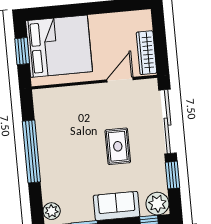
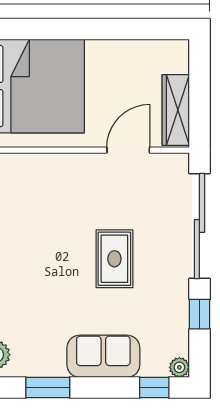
window: (172, 175) -> (199, 314), width x0.67
plant: (157, 204) -> (179, 367), width x0.53, depth x0.53

